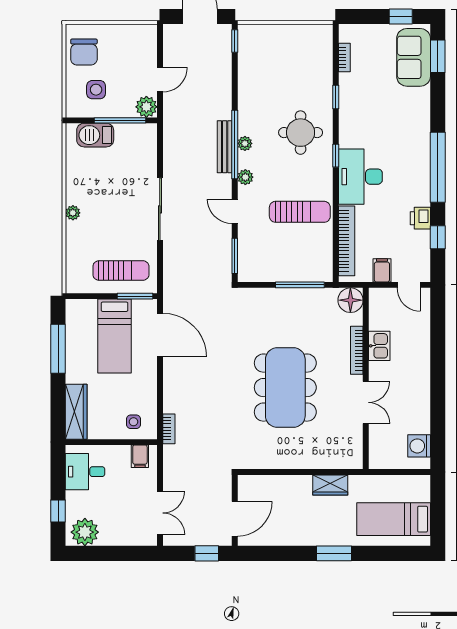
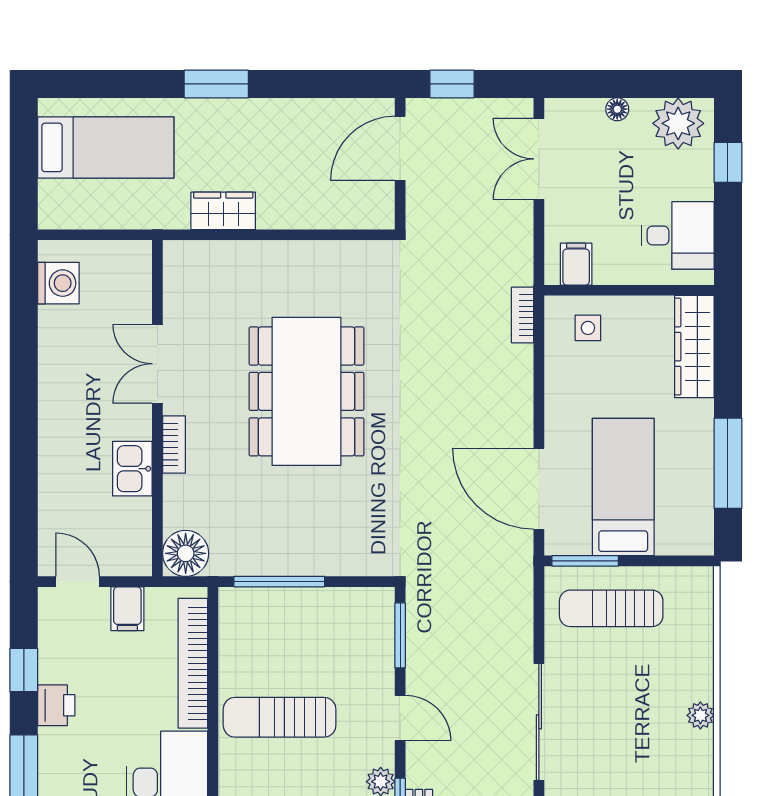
bookcase: (357, 350) -> (174, 445), width x0.64
floor lamp: (118, 540) -> (617, 109), added

